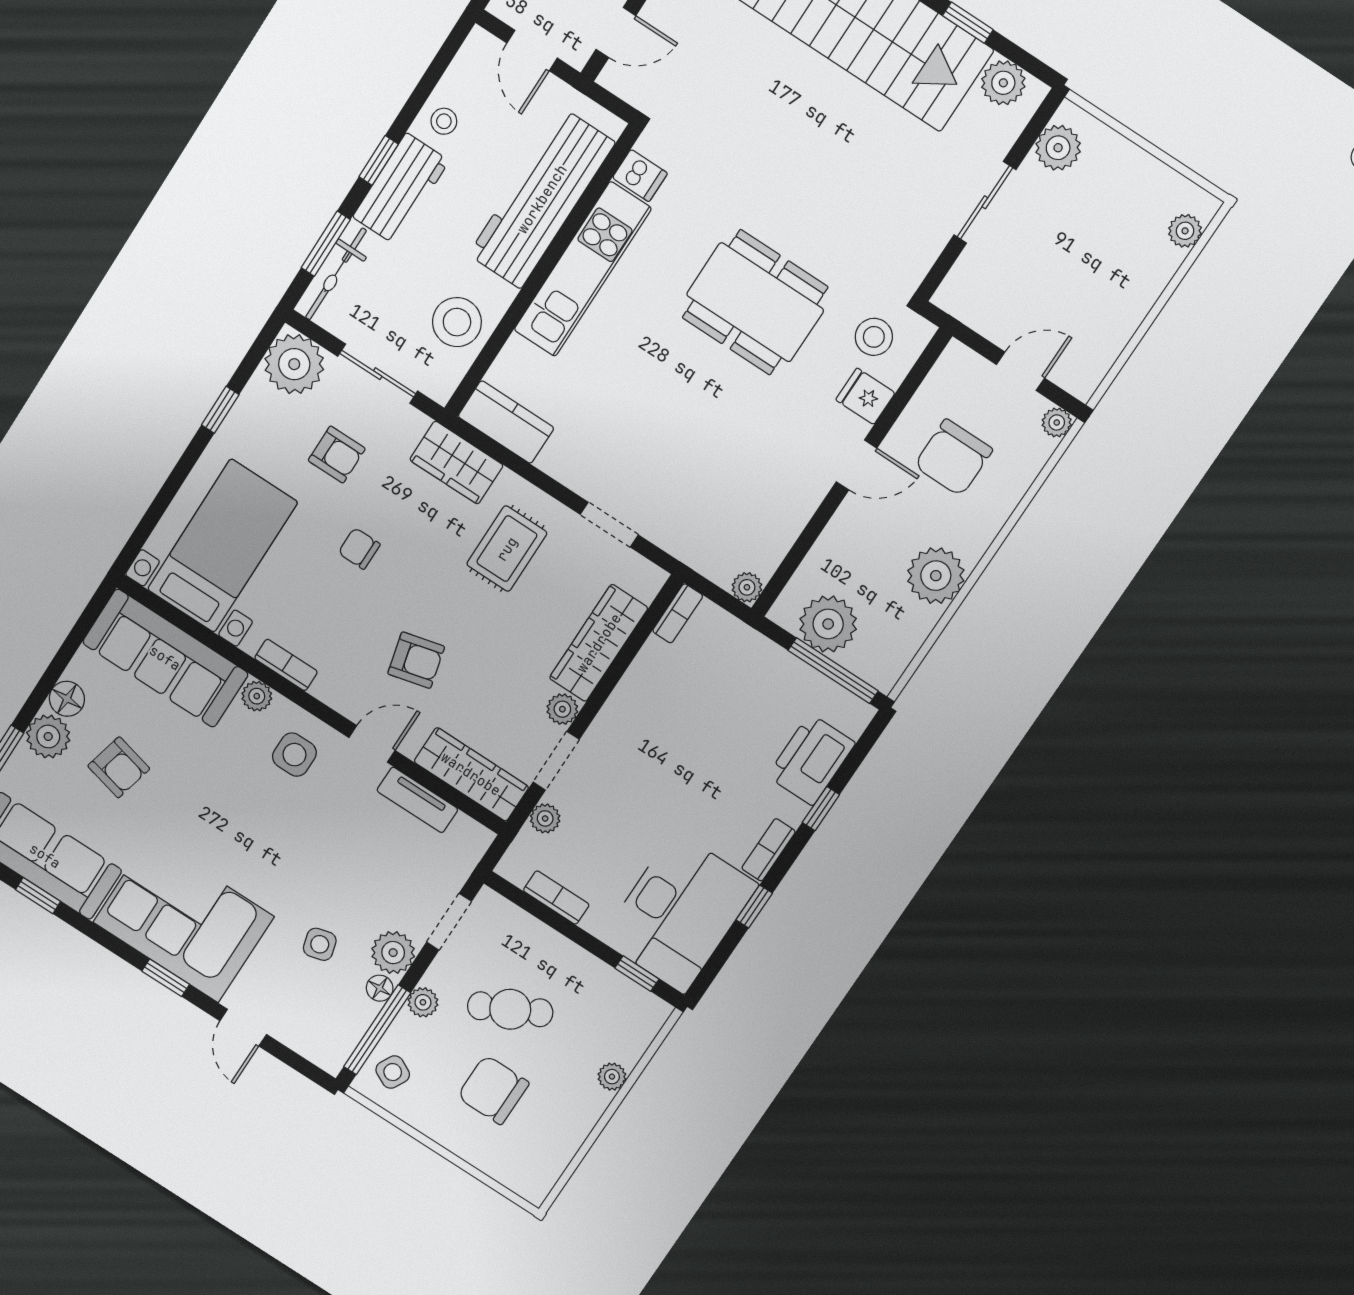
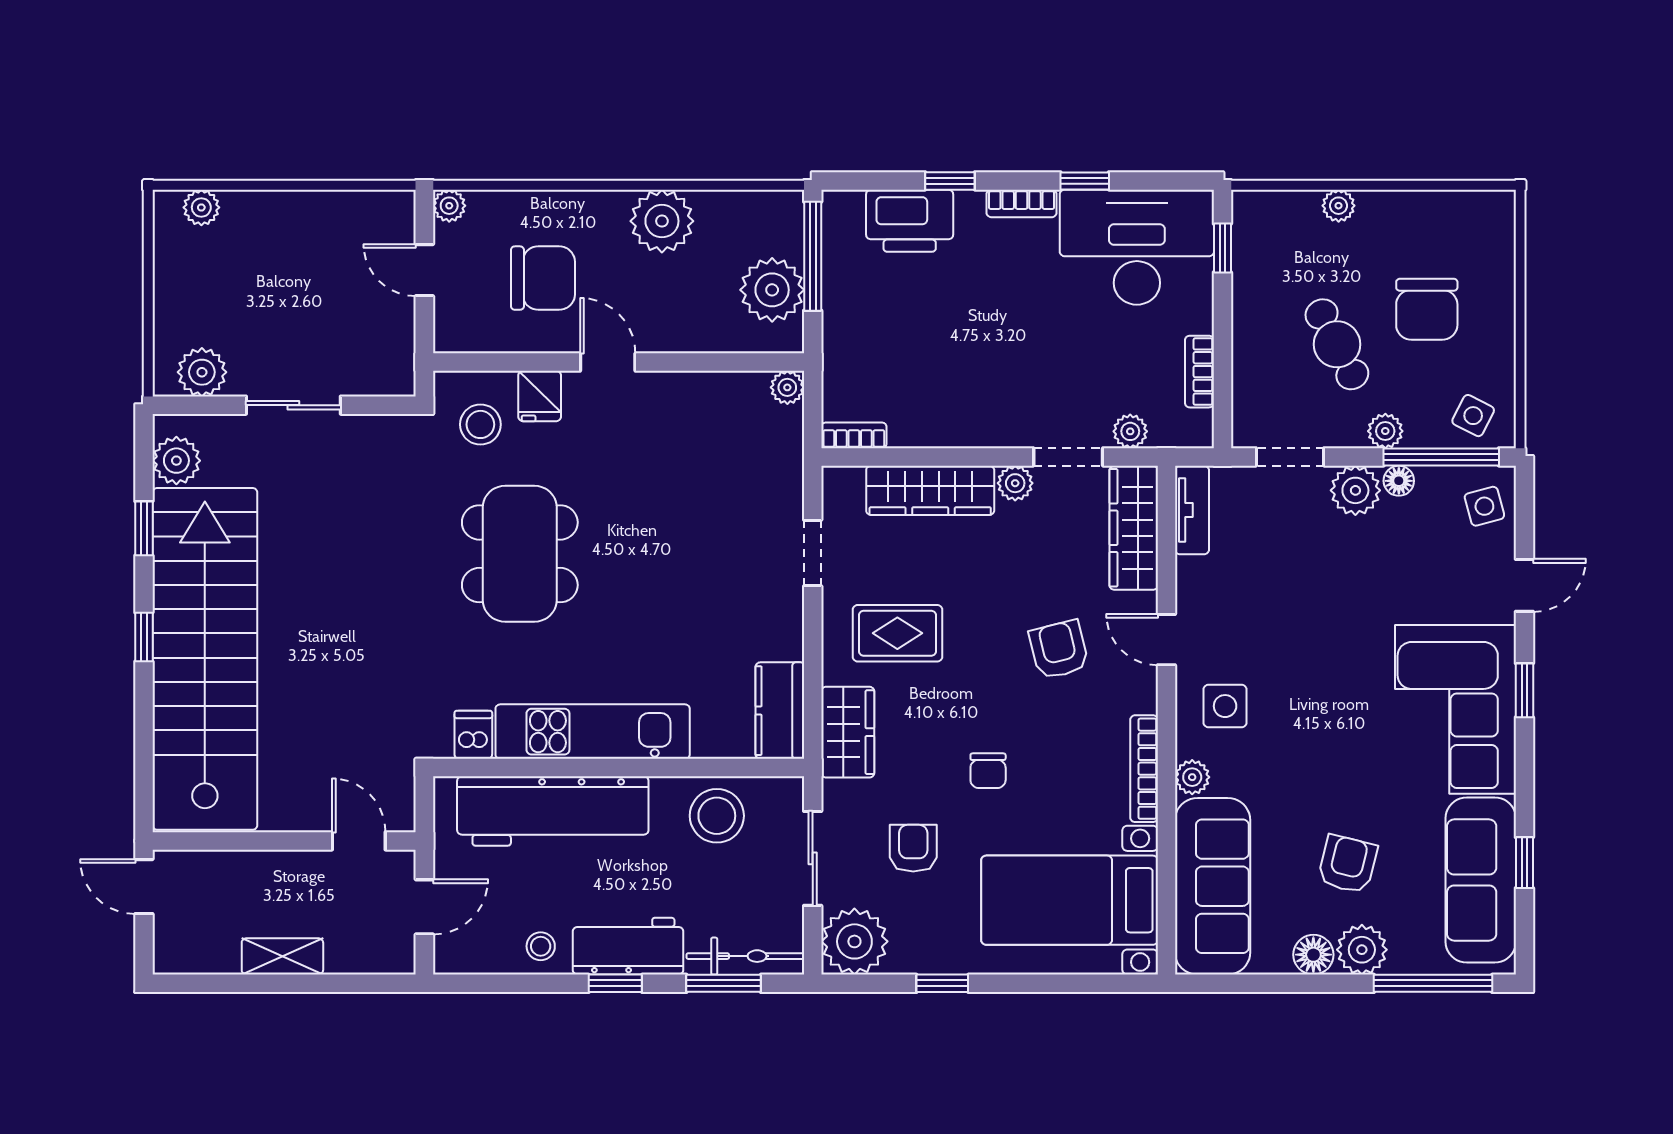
bookcase: (286, 665) -> (1144, 769), width x1.56
tv unit: (417, 800) -> (1192, 510), moved
side table: (320, 944) -> (1484, 506), moved

